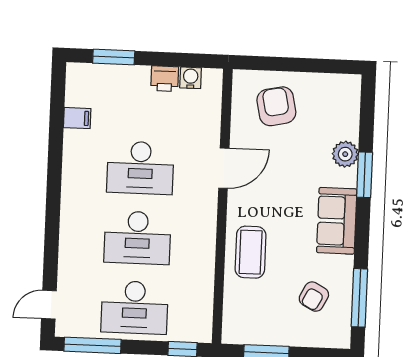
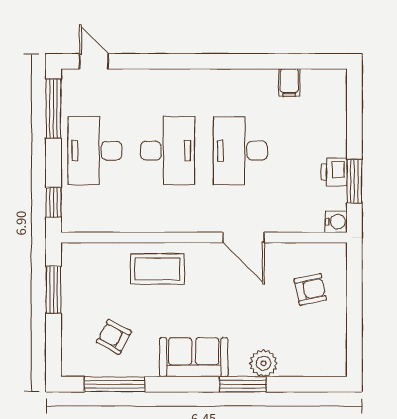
window: (114, 57) -> (354, 181), moved
water cooler: (191, 78) -> (336, 222), moved
armchair: (276, 106) -> (310, 289), width x0.72, depth x0.72
desk: (137, 238) -> (168, 151), turned 180

